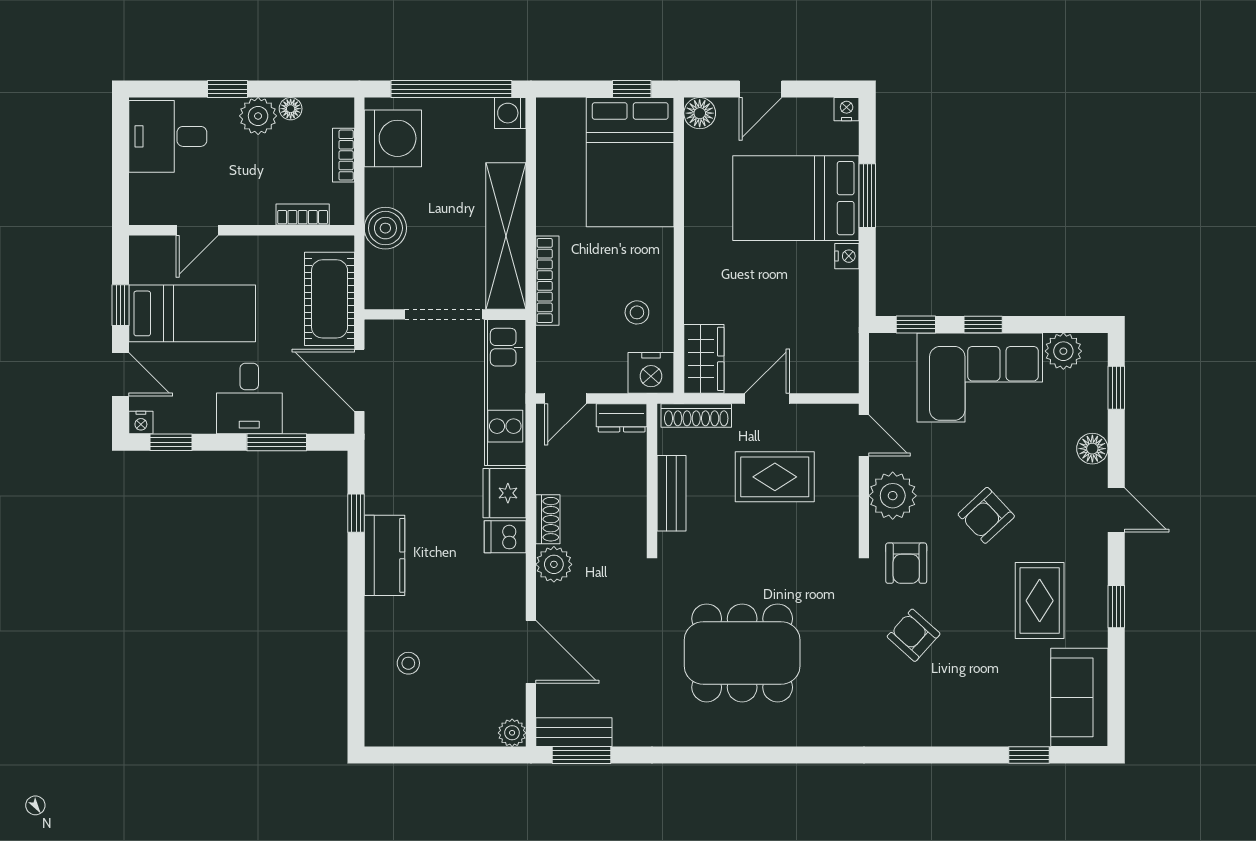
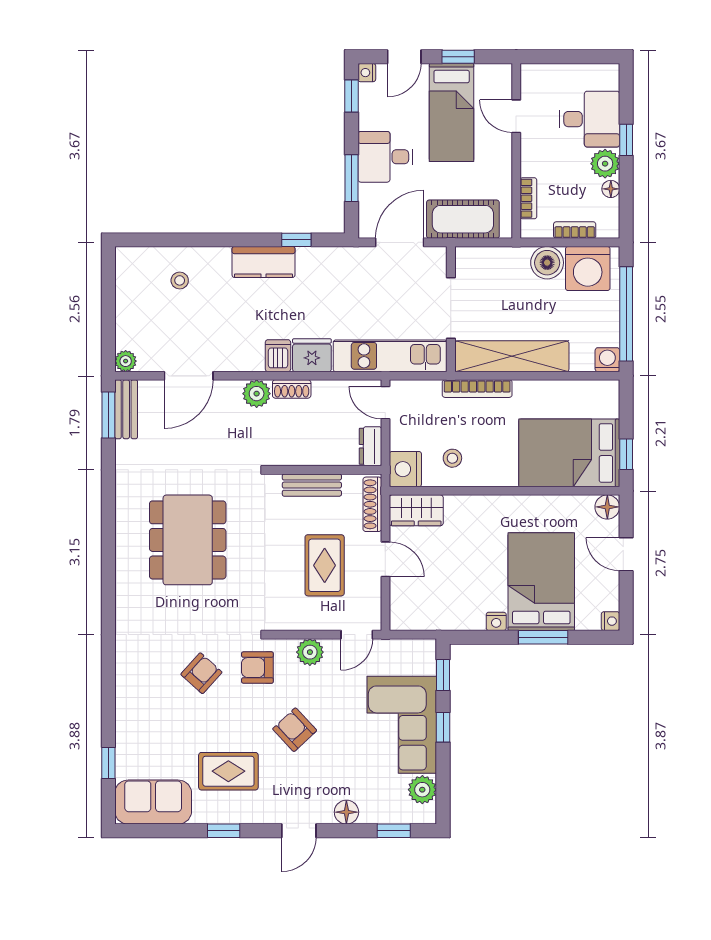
desk: (168, 136) -> (589, 119), moved, turned 90
boiler: (385, 228) -> (547, 263), moved
plant: (893, 496) -> (310, 652), width x0.73, depth x0.73

